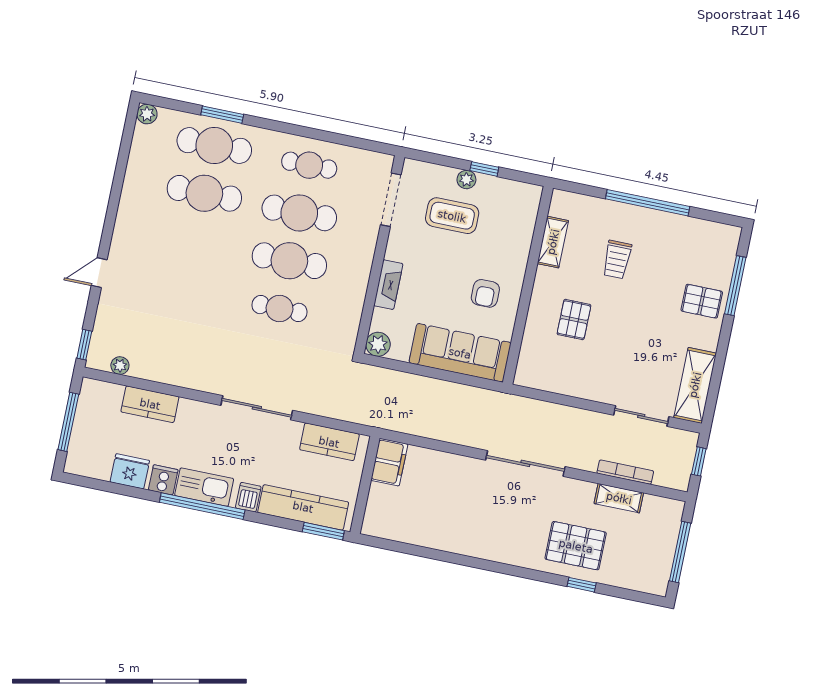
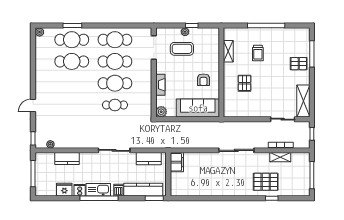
cafe table: (309, 165) -> (115, 40), width x1.37, depth x1.35

